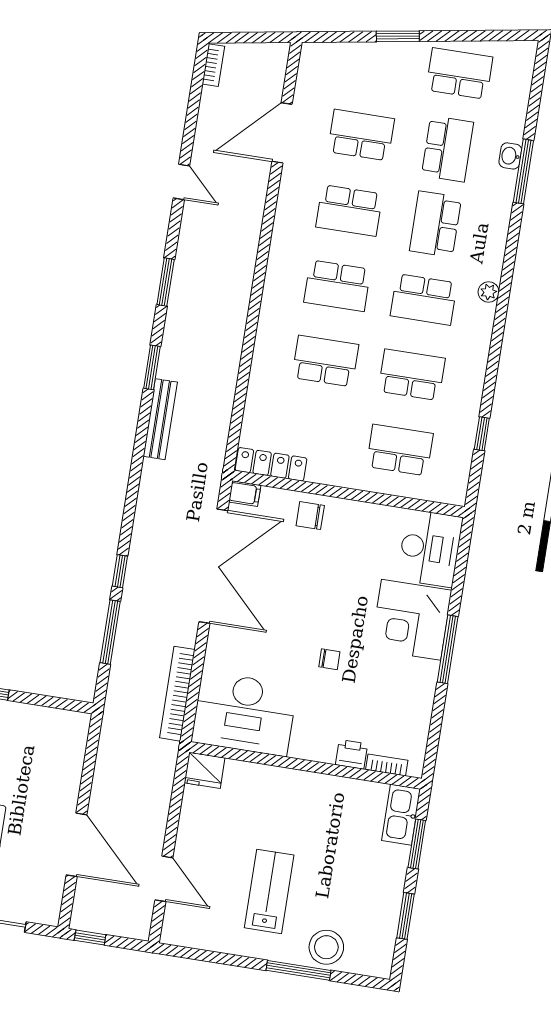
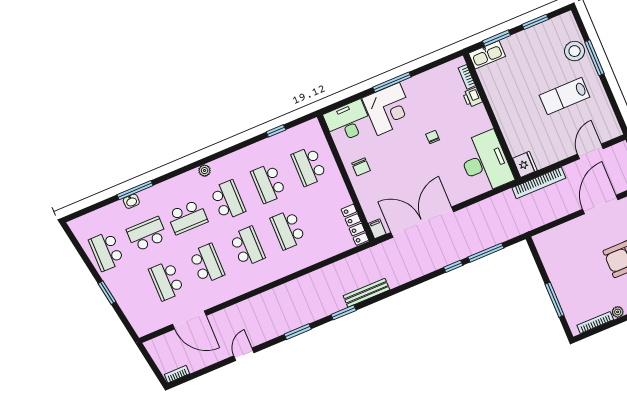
chair: (310, 516) -> (361, 167), moved
bookcase: (177, 694) -> (539, 183), moved

